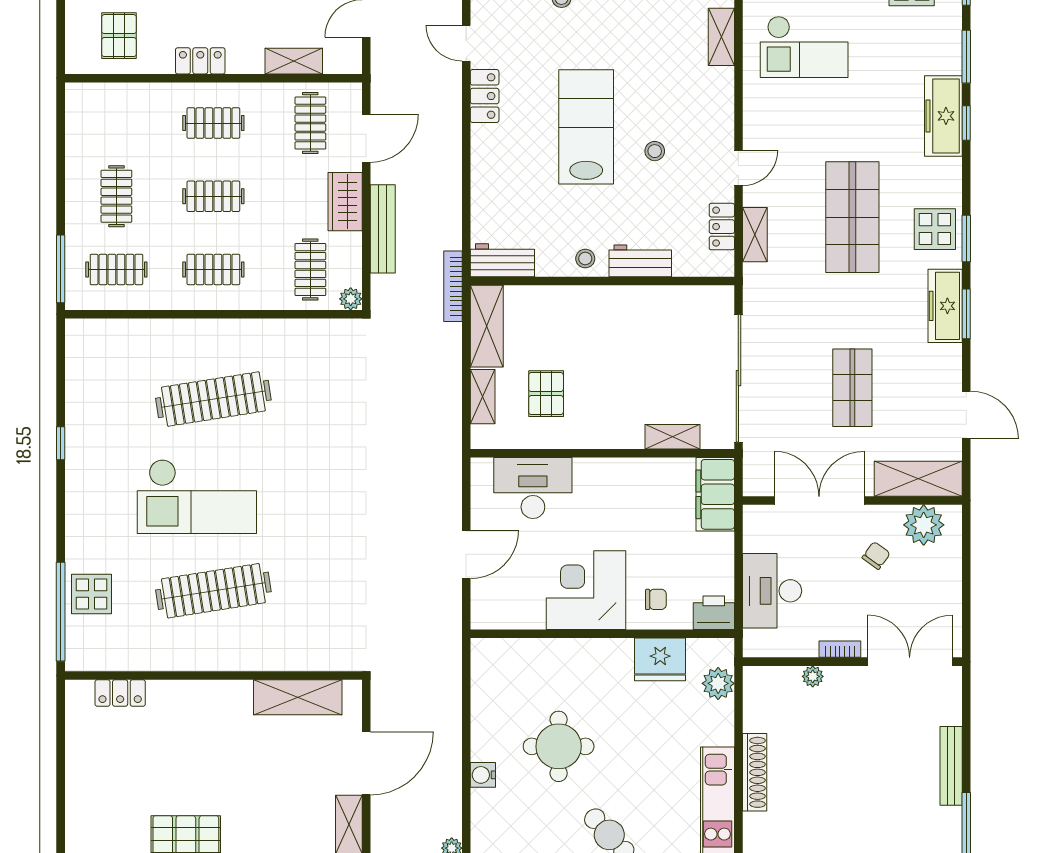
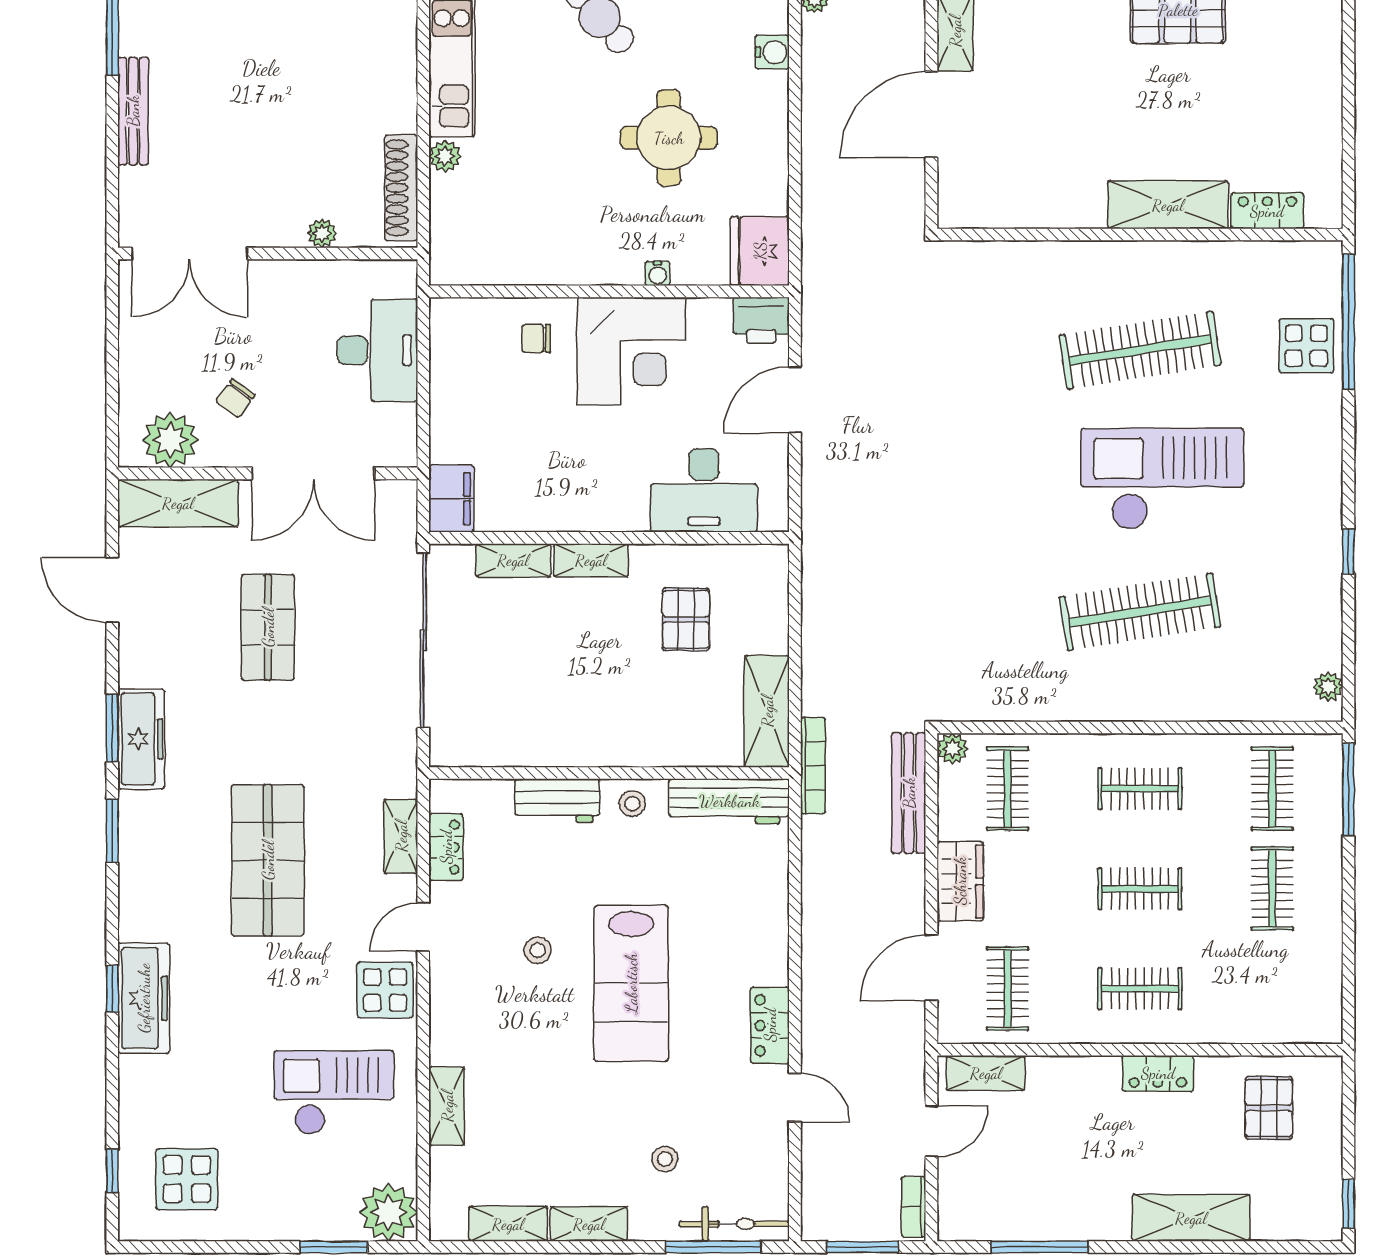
window: (966, 57) -> (112, 1079), removed
shelving: (294, 61) -> (986, 1073), moved
bench: (383, 229) -> (909, 793), moved
display table: (935, 229) -> (385, 990), moved
workbench: (502, 260) -> (729, 801), width x1.37
clothes rail: (116, 269) -> (1272, 789), turned 90
plant: (75, 344) -> (1328, 687), added
shelving: (483, 397) -> (591, 560), moved, turned 90
filing cabinet: (715, 494) -> (451, 499), width x0.67, depth x0.86
printer: (714, 613) -> (761, 320), moved
water cooler: (567, 647) -> (658, 273), added
bookcase: (840, 649) -> (285, 271), removed
fridge: (660, 659) -> (760, 251), moved, turned -90
plant: (718, 683) -> (445, 156), moved, width x0.73, depth x0.73
shelving: (298, 697) -> (1168, 205), moved
shoe rack: (755, 772) -> (401, 188), moved
water cooler: (483, 775) -> (772, 52), moved

